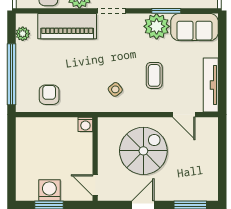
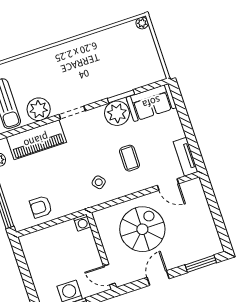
tv unit: (211, 85) -> (186, 157), width x0.71
armchair: (49, 95) -> (41, 207), turned -90

